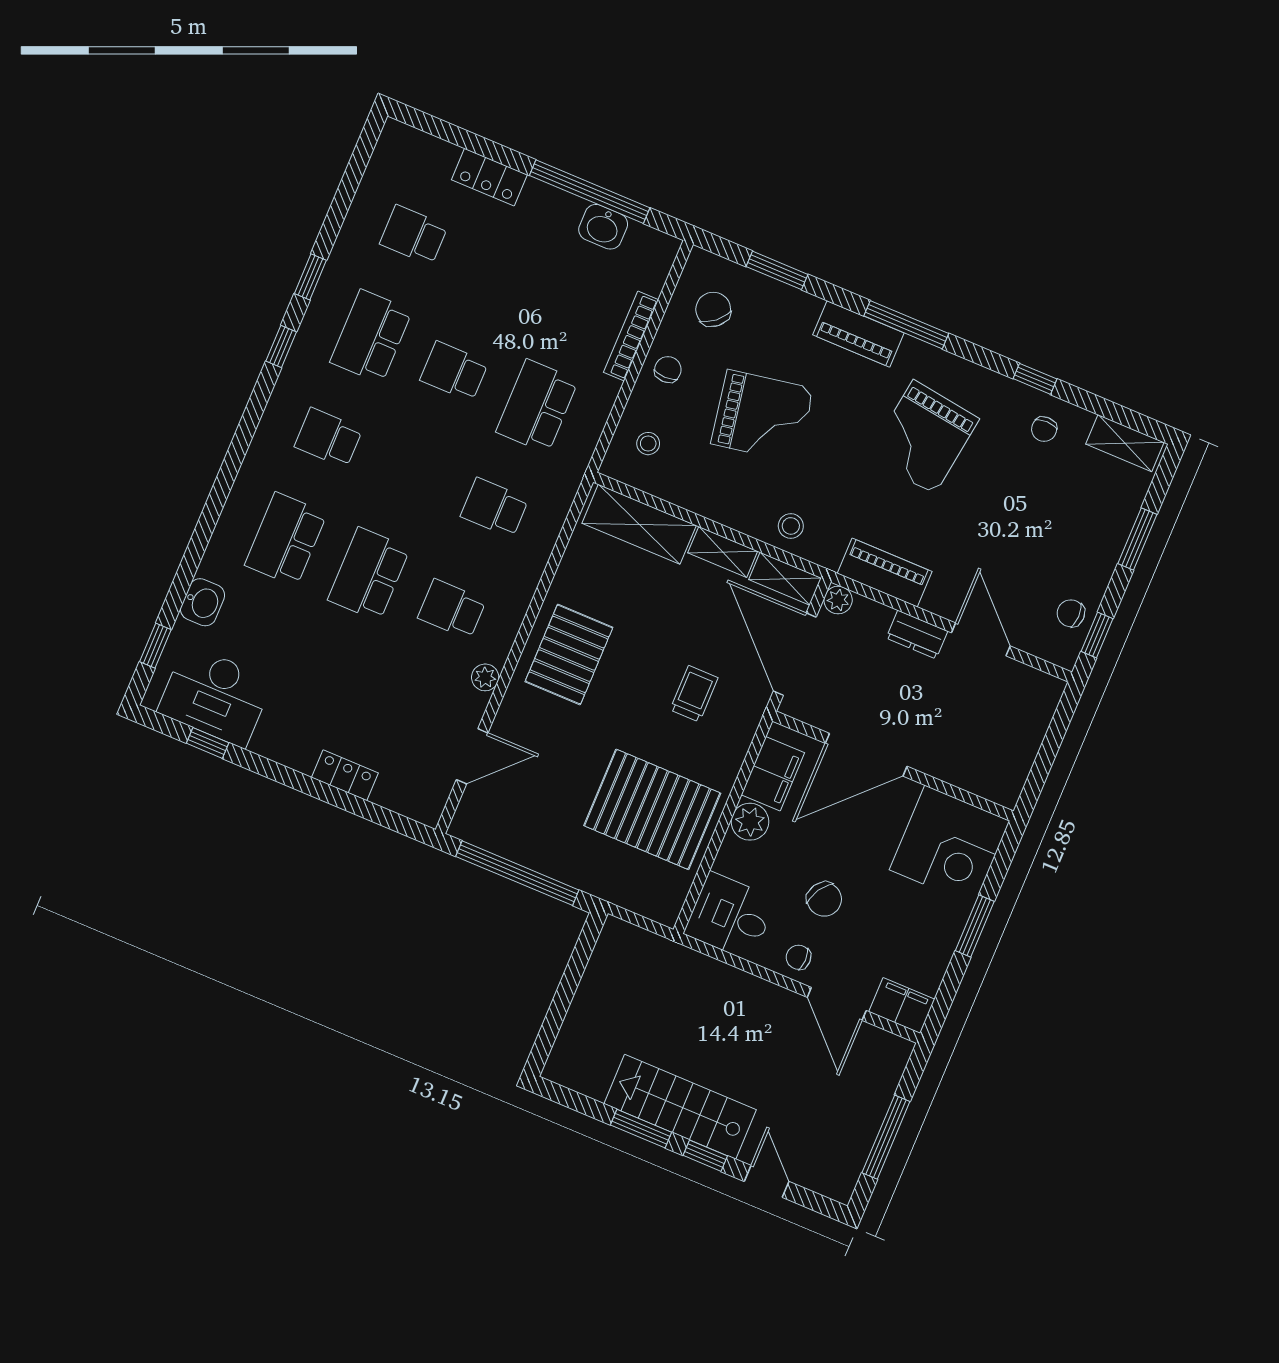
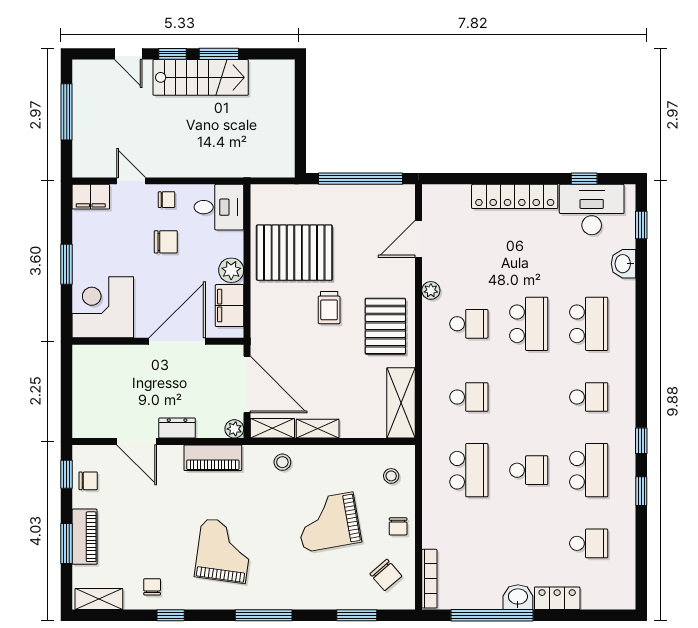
washbasin: (603, 227) -> (518, 597), moved
piano: (858, 334) -> (84, 537), moved, turned 90
bookcase: (631, 336) -> (429, 579), moved
shelving: (639, 524) -> (401, 403), moved, turned 90
trolley: (694, 694) -> (329, 308), moved
locker: (345, 775) -> (515, 196), width x2.16, depth x1.21
chair: (824, 899) -> (166, 242), turned 149
door: (837, 1004) -> (131, 181), width x0.73

